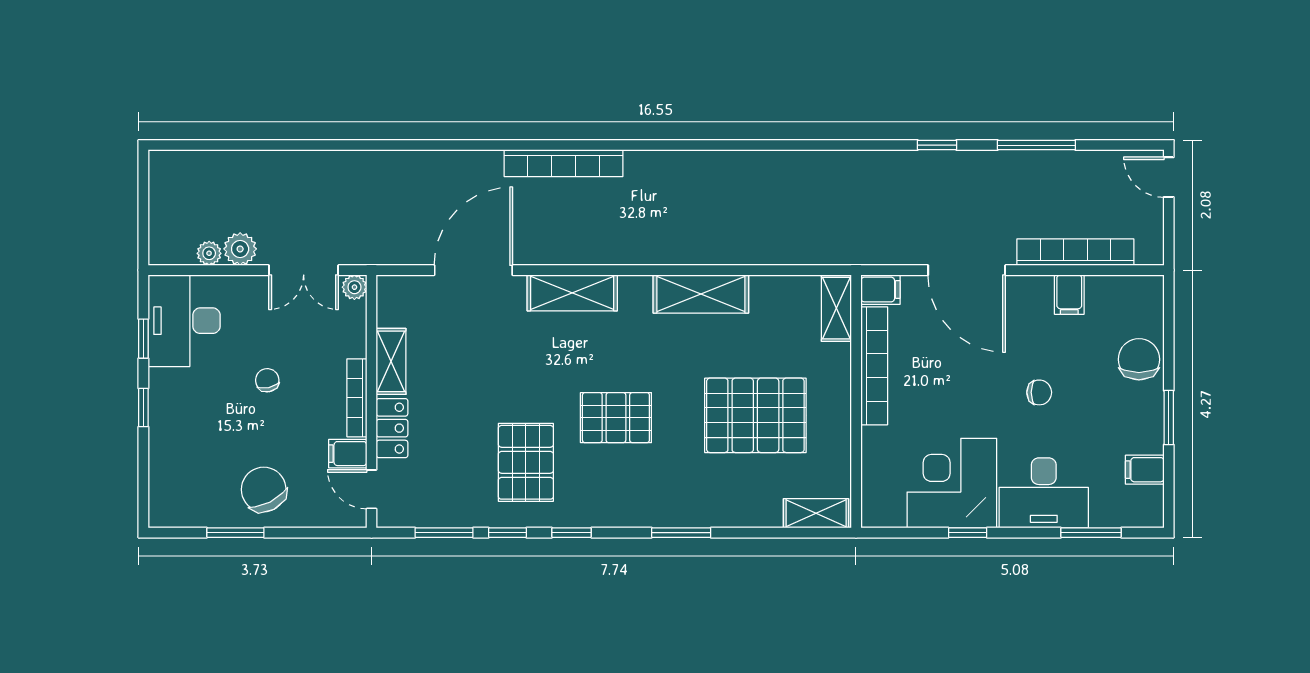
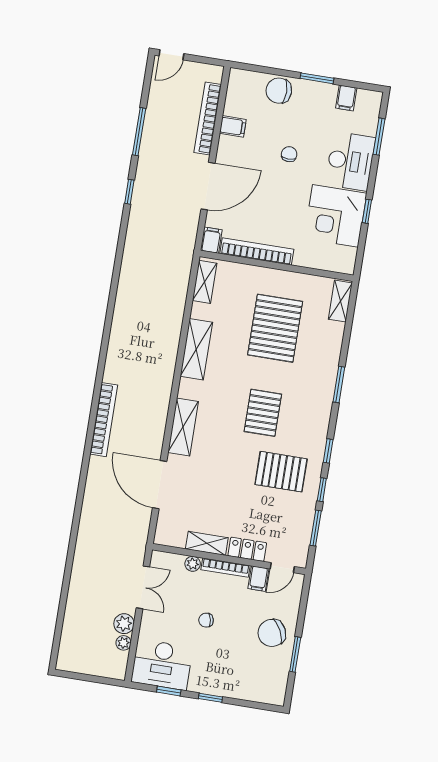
plant: (354, 287) -> (193, 564), moved
shelving: (836, 308) -> (205, 282), moved, turned 90

